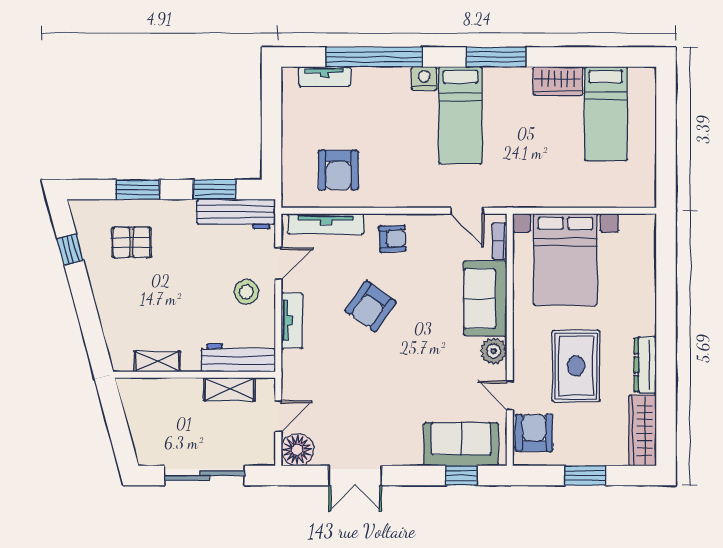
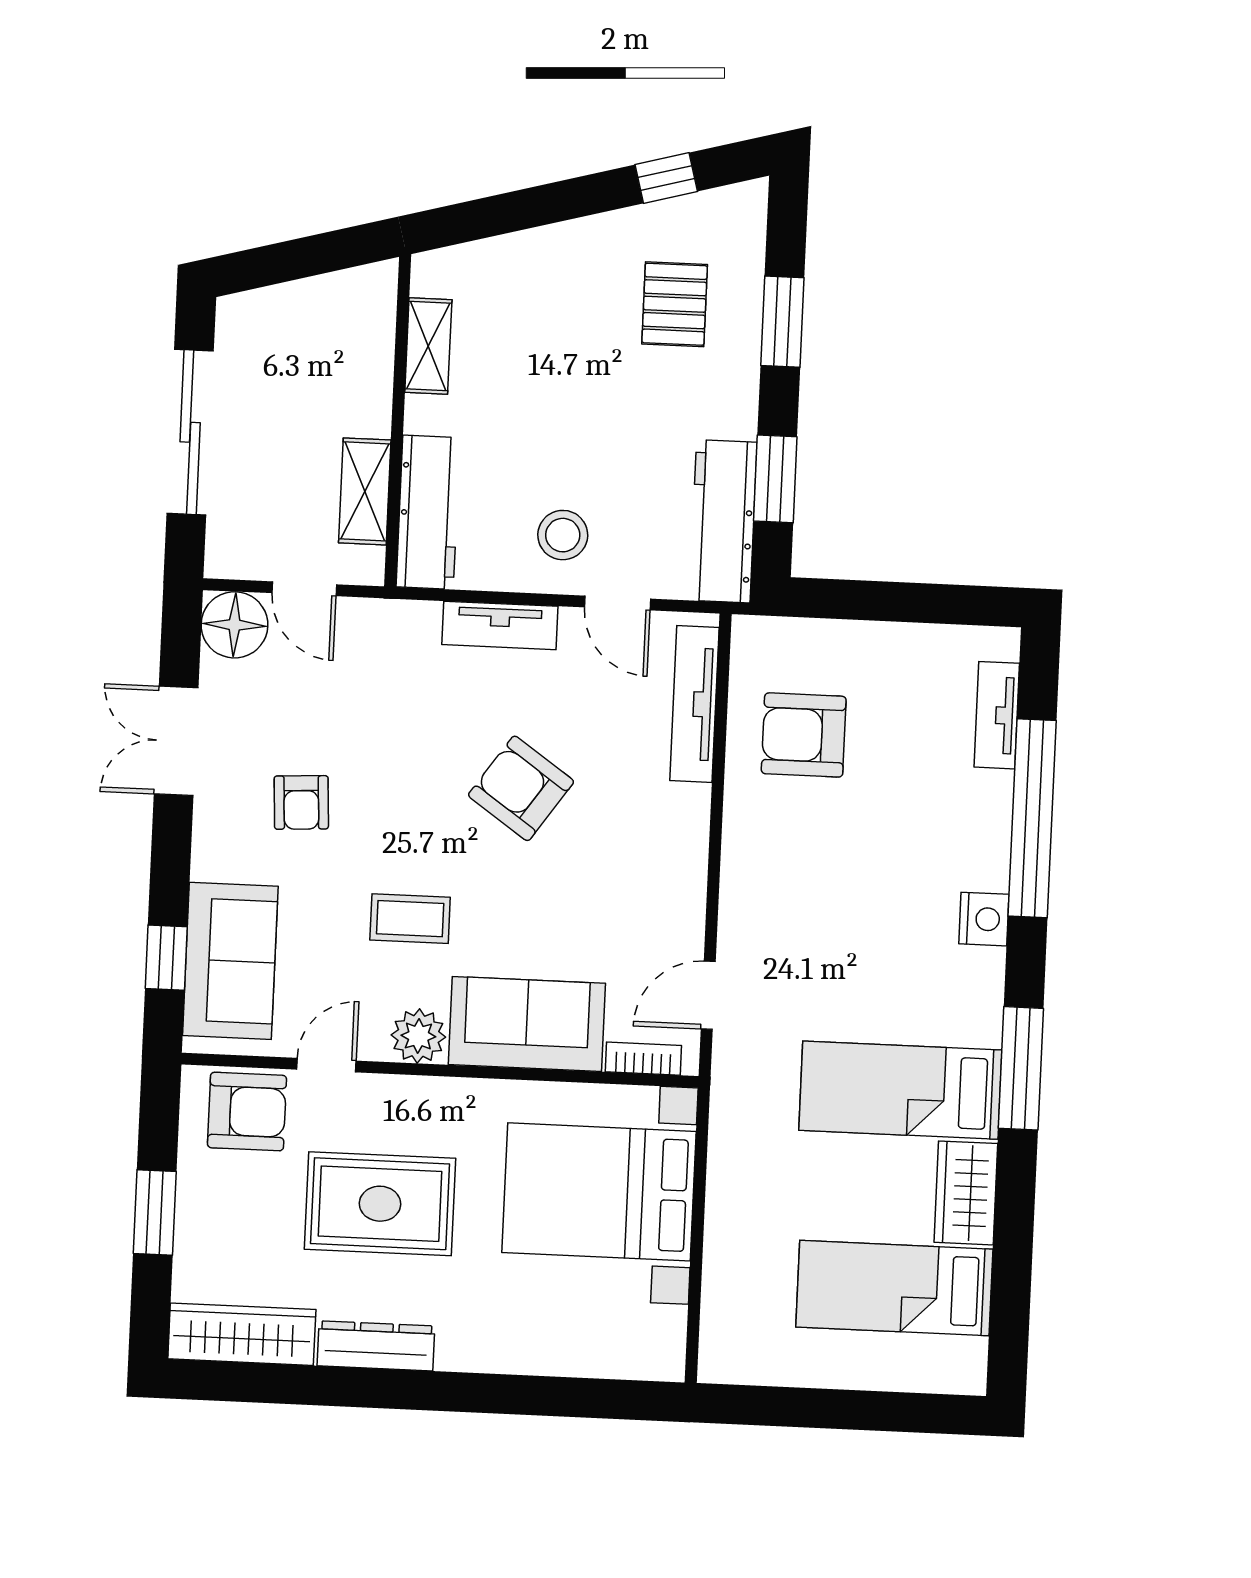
bed: (460, 115) -> (900, 1090), moved
armchair: (392, 239) -> (301, 802), moved
coffee table: (437, 358) -> (410, 919), added

